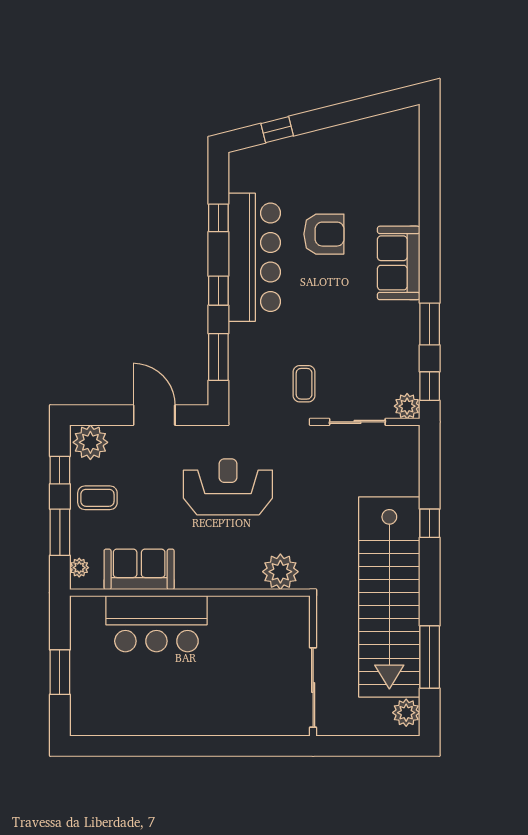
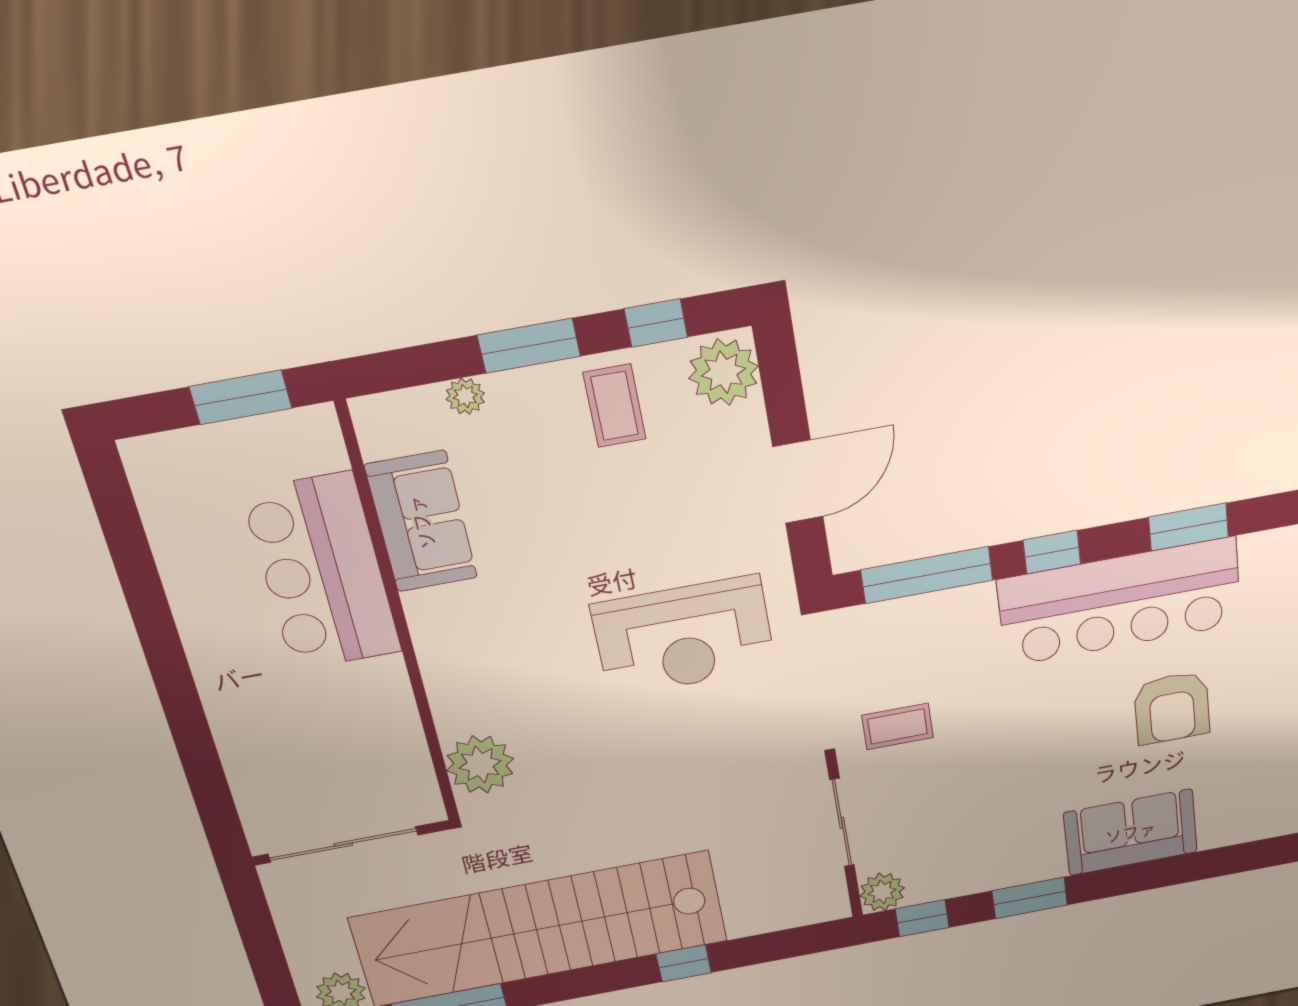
window: (218, 218) -> (1189, 527), width x1.50
window: (218, 357) -> (927, 575), width x1.44
reception desk: (228, 487) -> (684, 637), turned 90
sofa: (139, 569) -> (421, 522), moved
plant: (280, 572) -> (480, 764), moved
wall: (190, 593) -> (400, 620), moved
bar counter: (156, 624) -> (322, 572), moved

